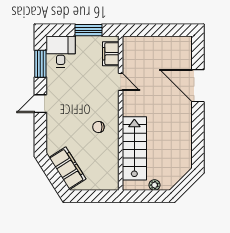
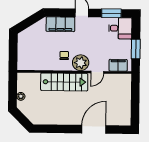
plant: (108, 105) -> (81, 63), added
stairs: (134, 148) -> (64, 82), moved
filing cabinet: (68, 168) -> (60, 24), moved, turned 32

